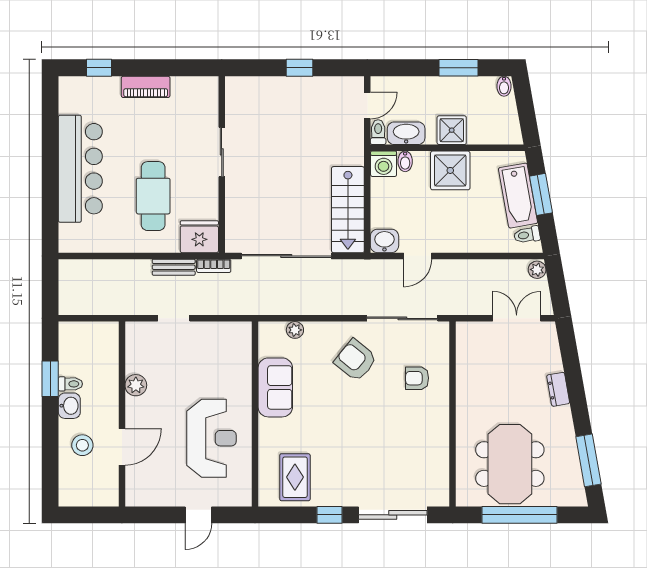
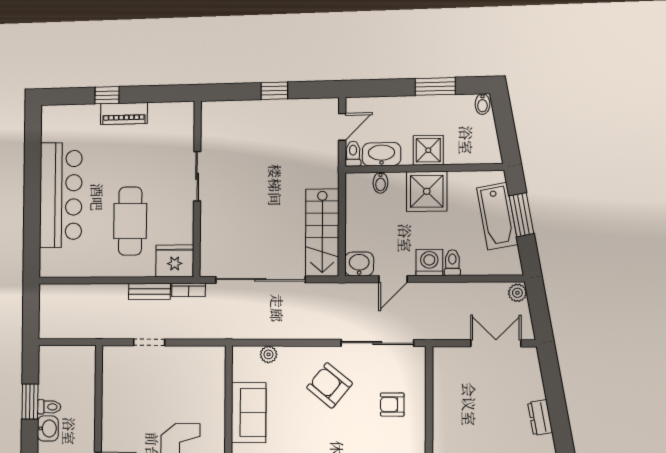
window: (99, 68) -> (107, 95), moved
washing machine: (384, 164) -> (429, 262), moved, turned 180
toilet: (527, 235) -> (452, 263), moved, turned 100
plant: (136, 385) -> (112, 409), removed

